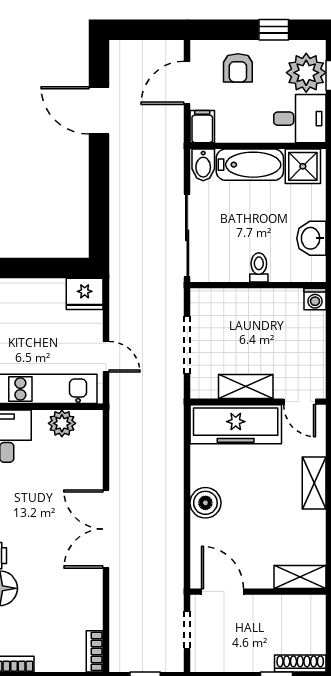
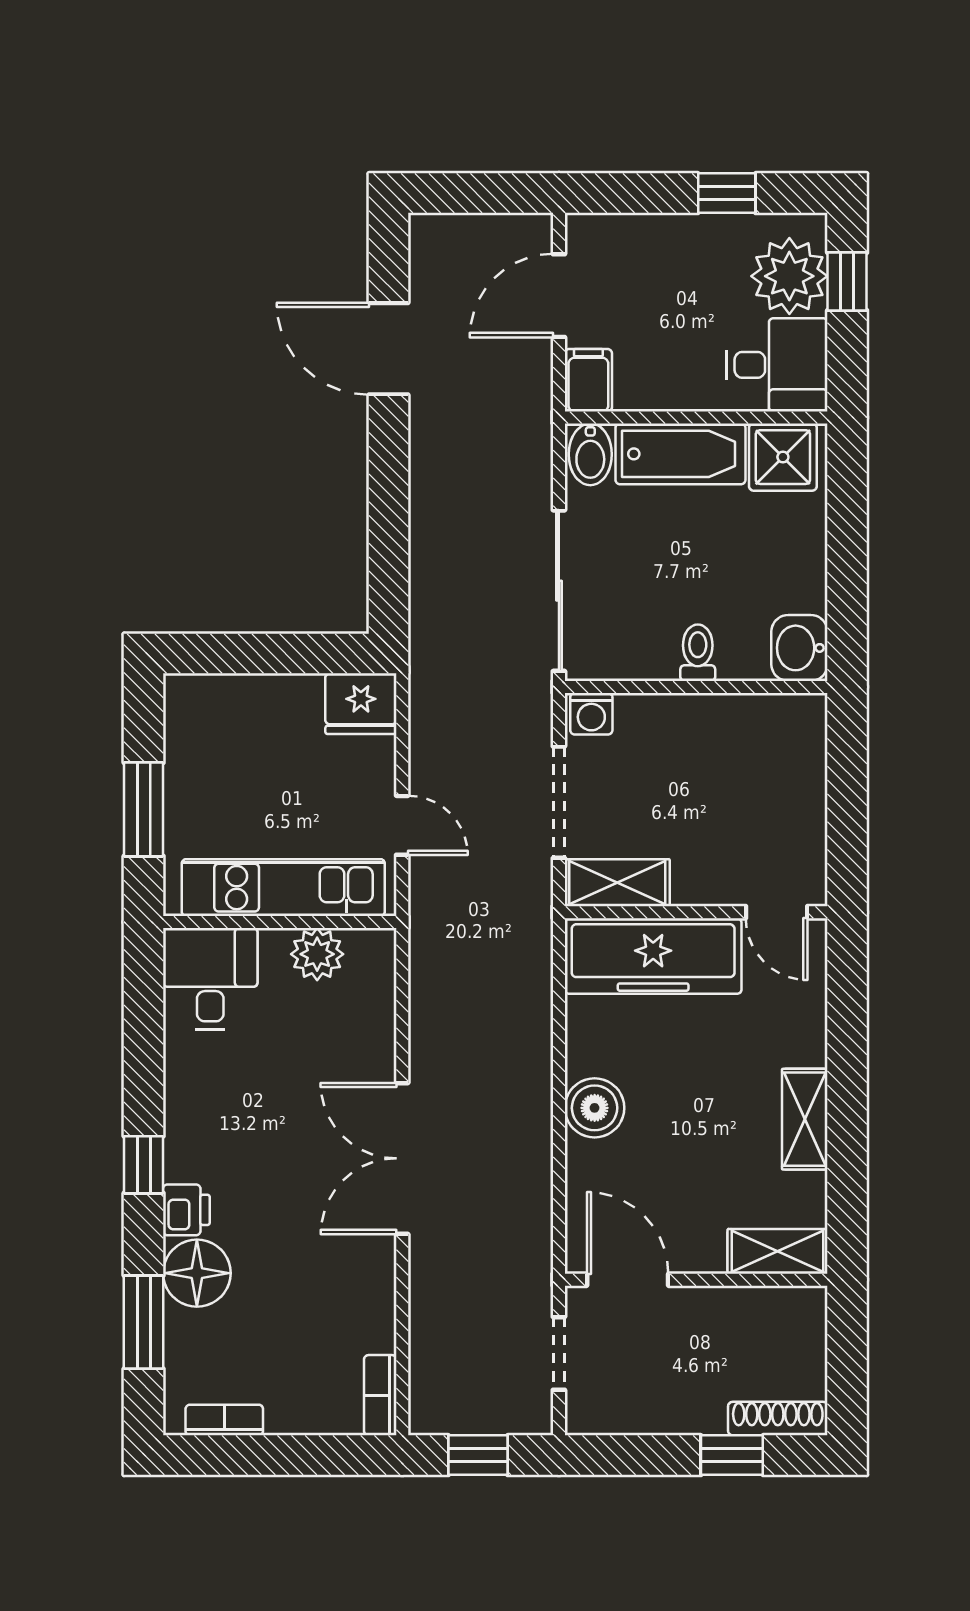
armchair: (238, 68) -> (657, 267), removed
washbasin: (311, 238) -> (799, 648), moved
washing machine: (315, 299) -> (591, 714), moved
shelving: (246, 386) -> (617, 883), moved
shelving: (314, 483) -> (805, 1119), moved

